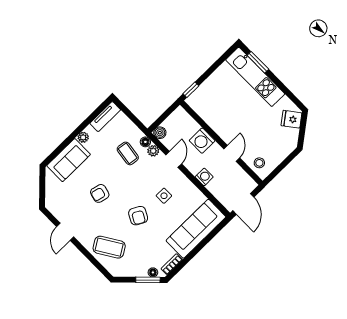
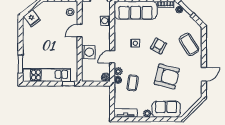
kitchen unit: (255, 77) -> (47, 75), moved, turned -90
washing machine: (204, 177) -> (105, 21), moved
armchair: (100, 193) -> (167, 76), width x1.88, depth x1.88

